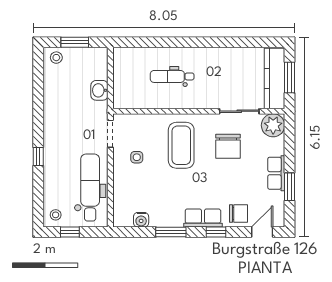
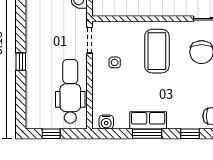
stool: (56, 215) -> (37, 117), removed
row of seats: (203, 218) -> (148, 120), moved
water cooler: (141, 220) -> (106, 122), moved

